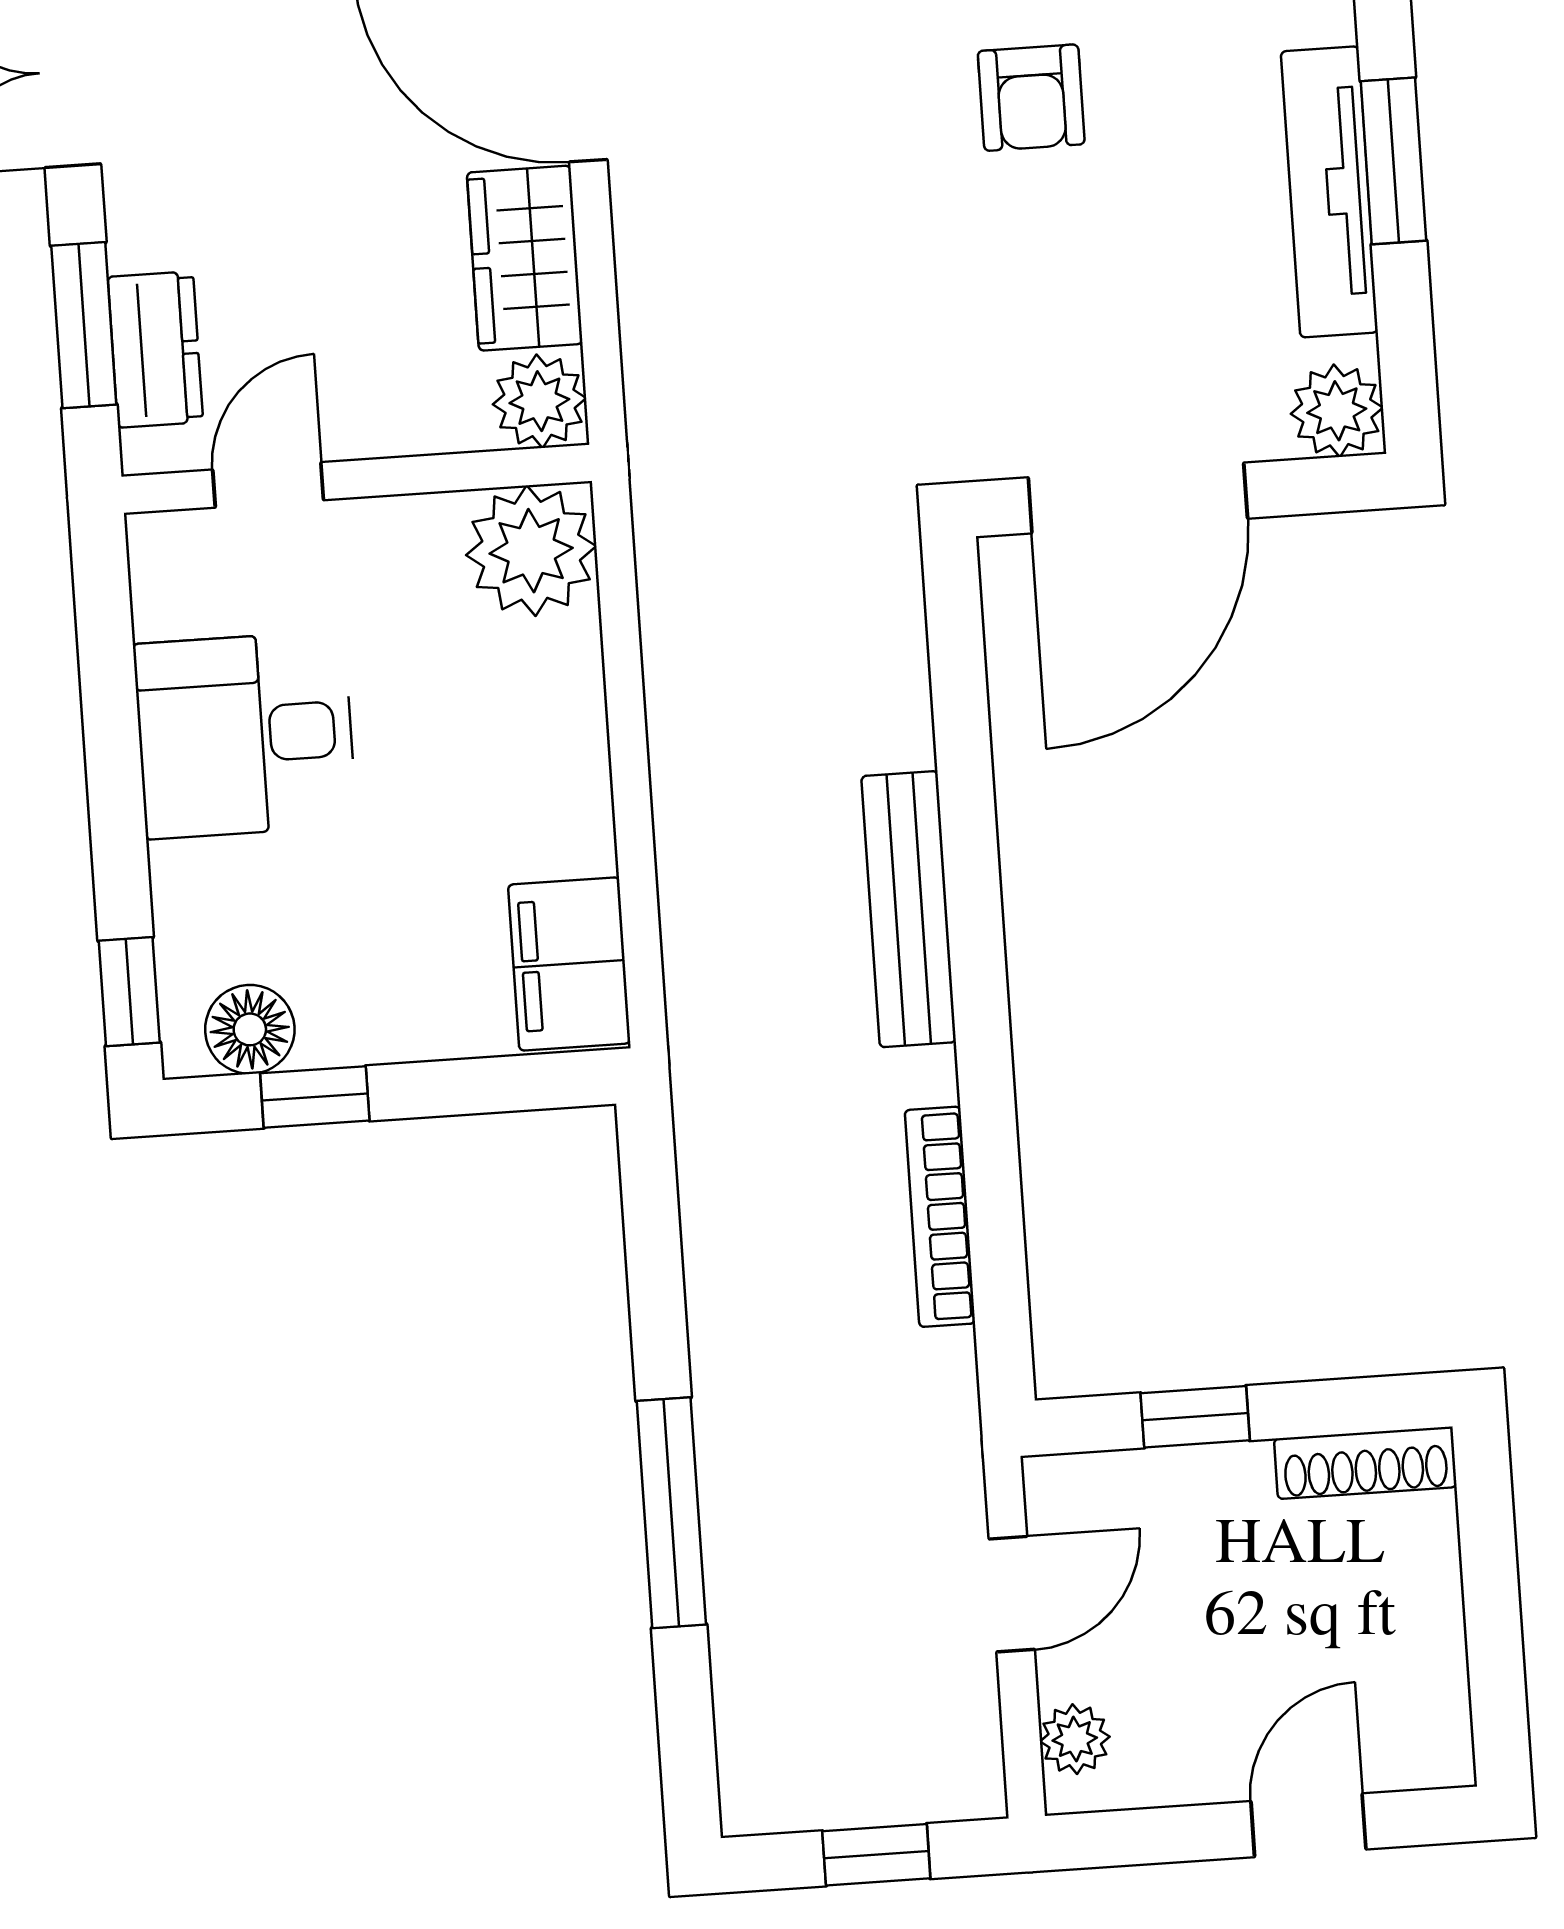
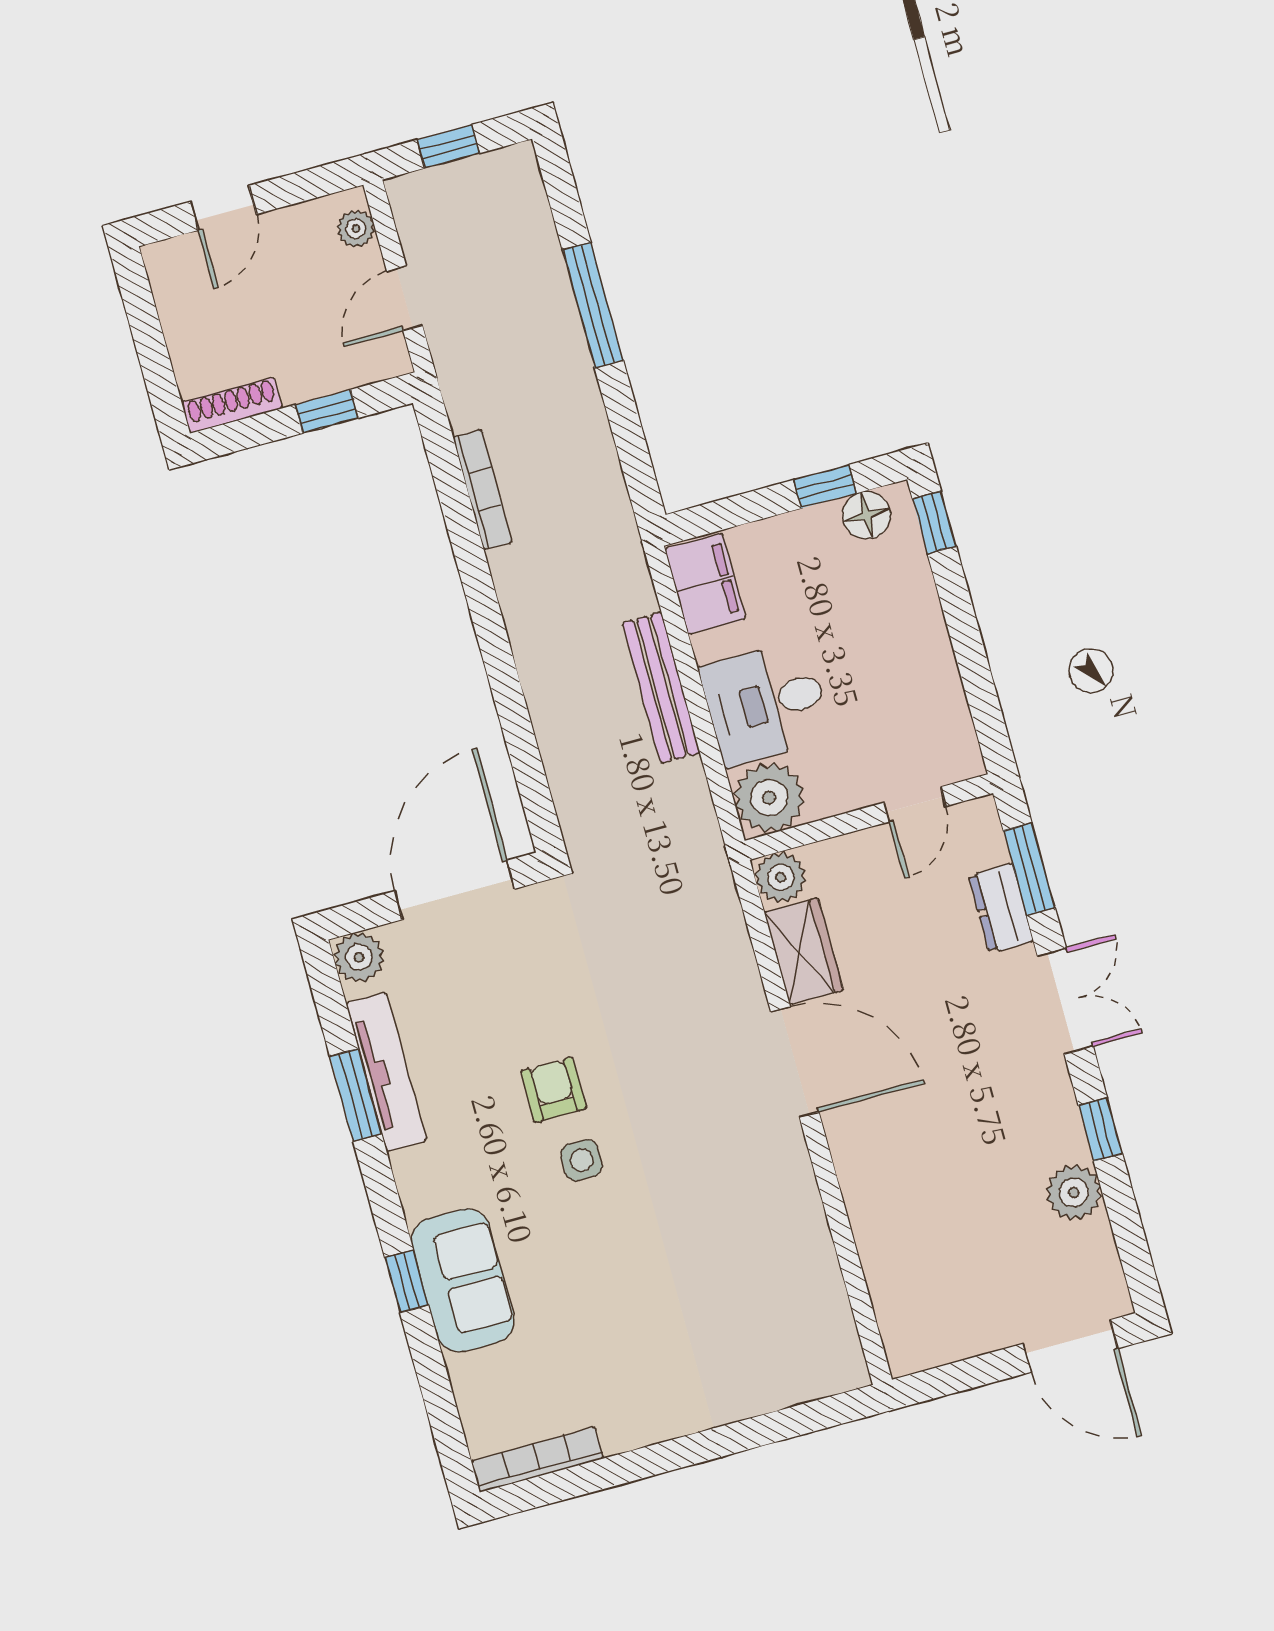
dresser: (155, 349) -> (1001, 908), moved
desk: (245, 735) -> (766, 703), moved, turned 180
bench: (909, 909) -> (661, 688), moved

